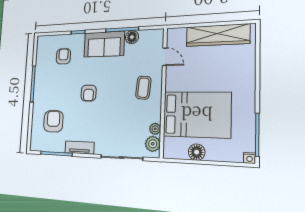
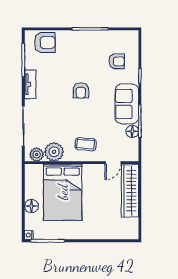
wardrobe: (218, 35) -> (130, 191), moved
armchair: (89, 93) -> (81, 90), turned -90
armchair: (53, 121) -> (45, 42), moved
plant: (155, 129) -> (54, 152), width x1.88, depth x1.88
floor lamp: (197, 152) -> (31, 206), moved

